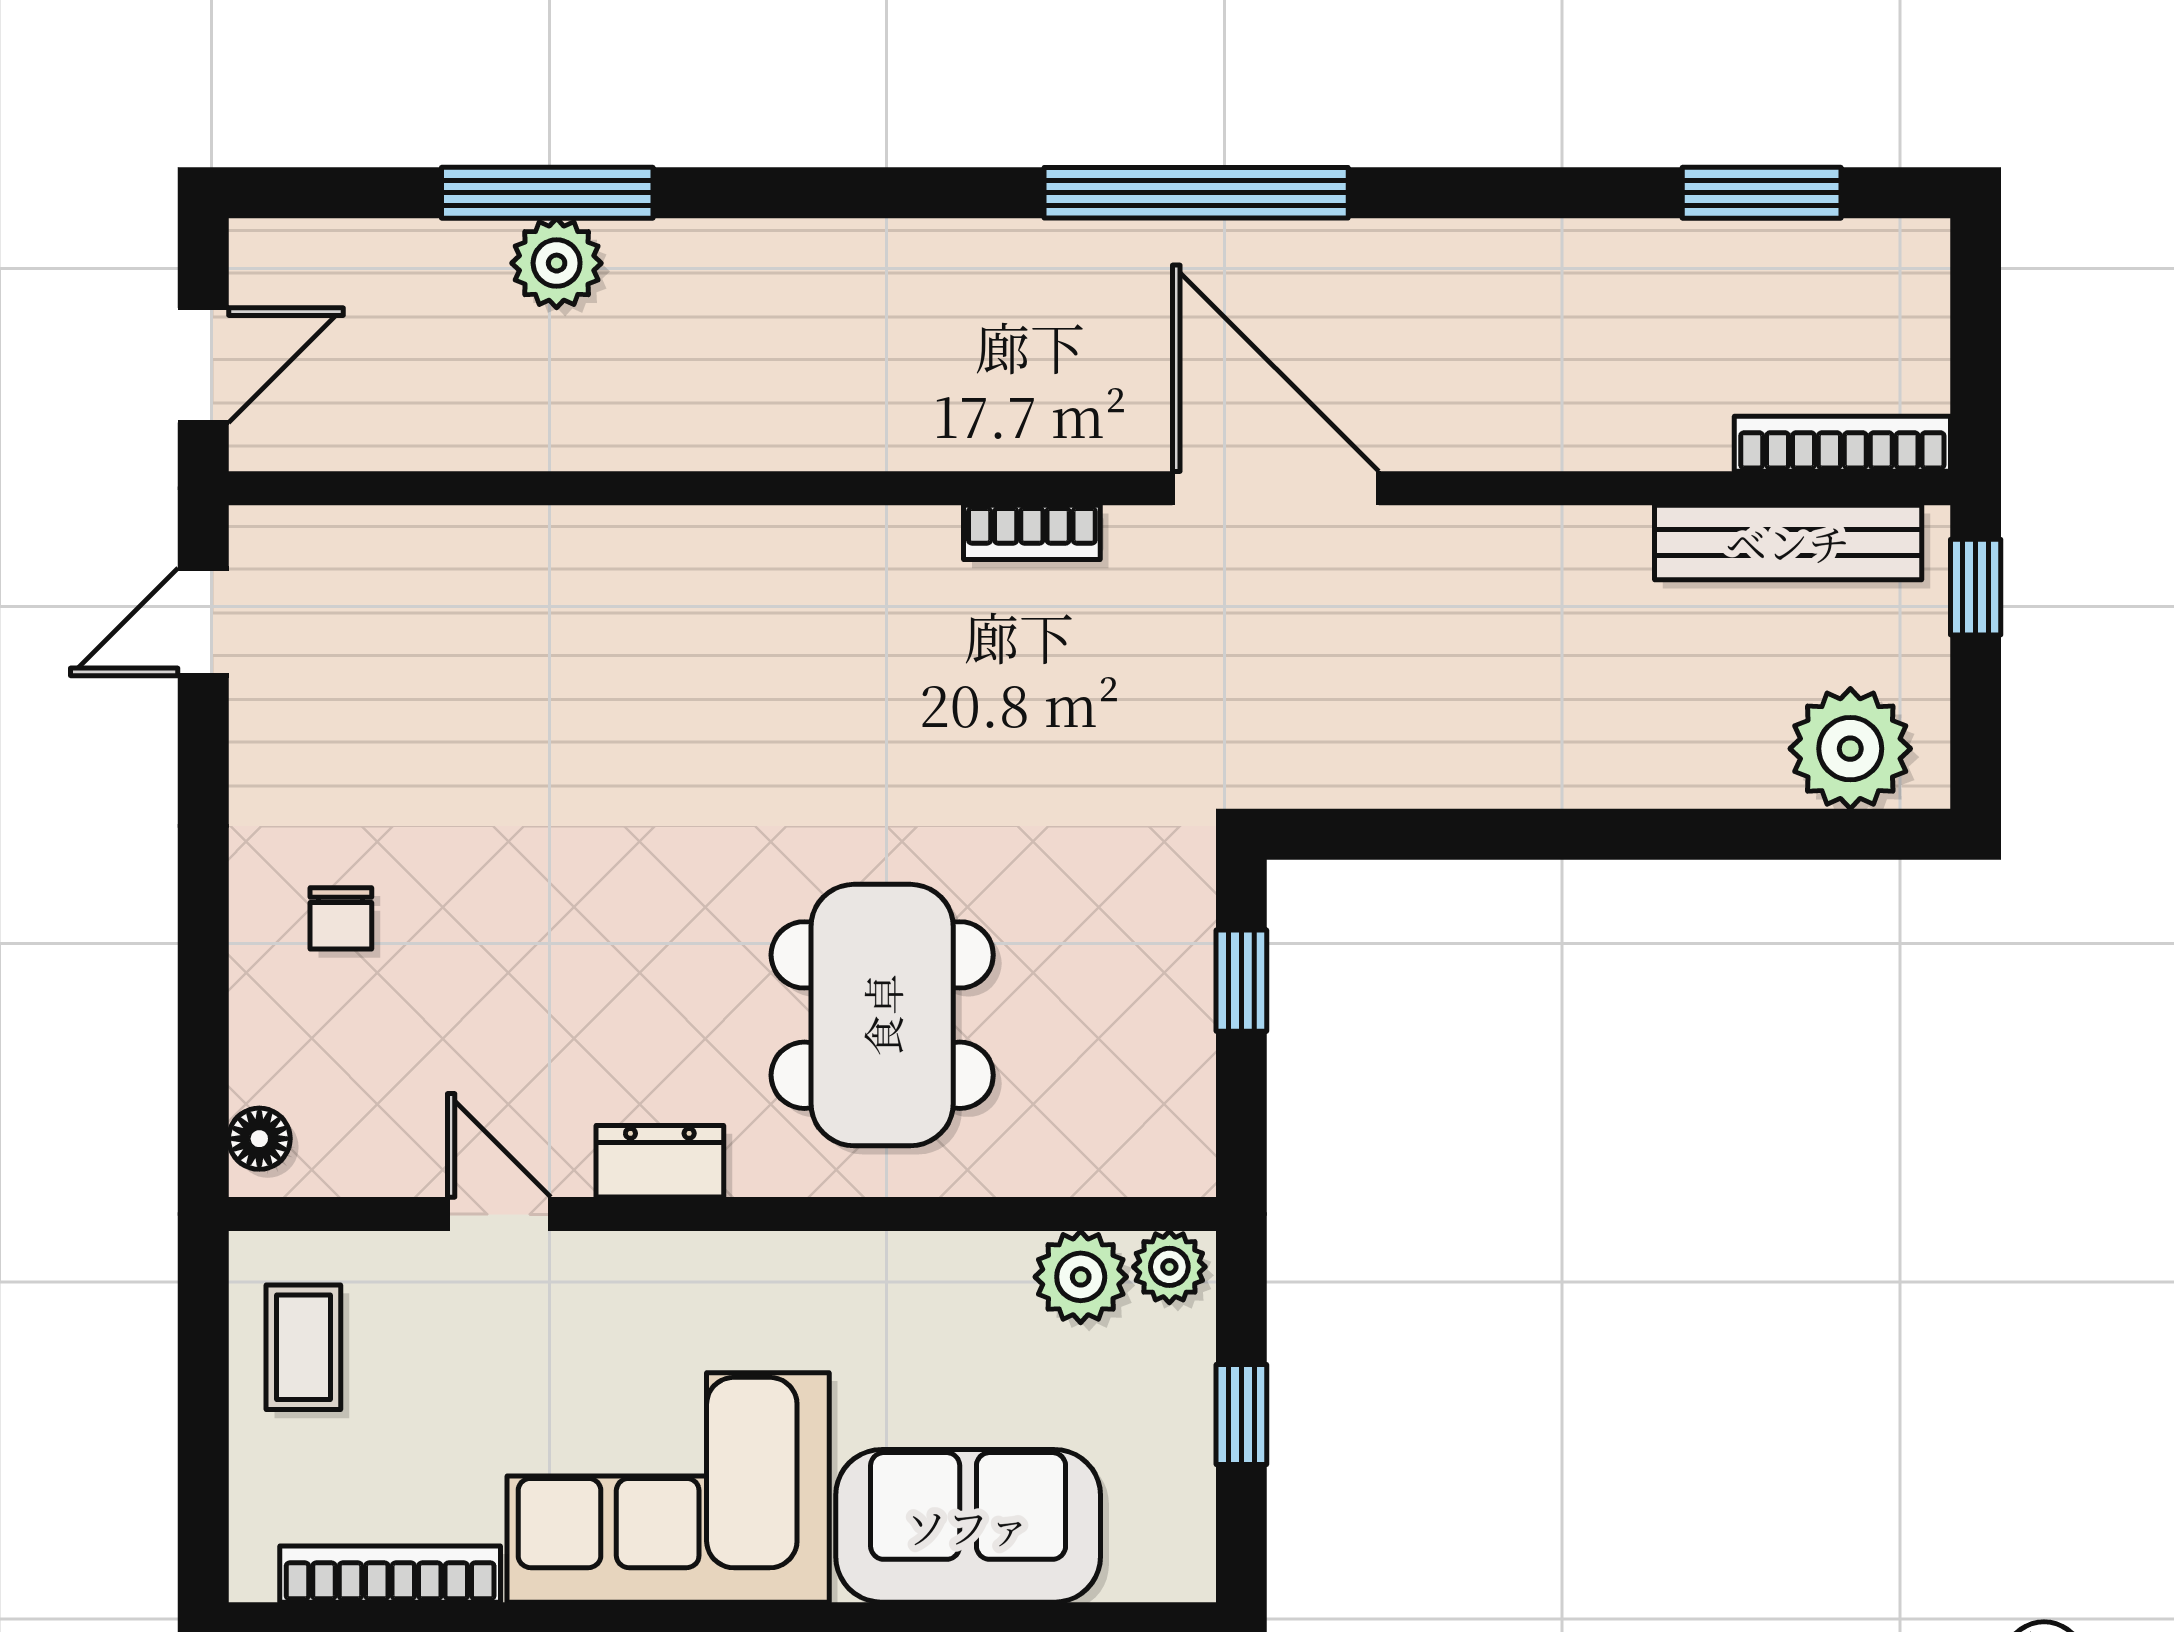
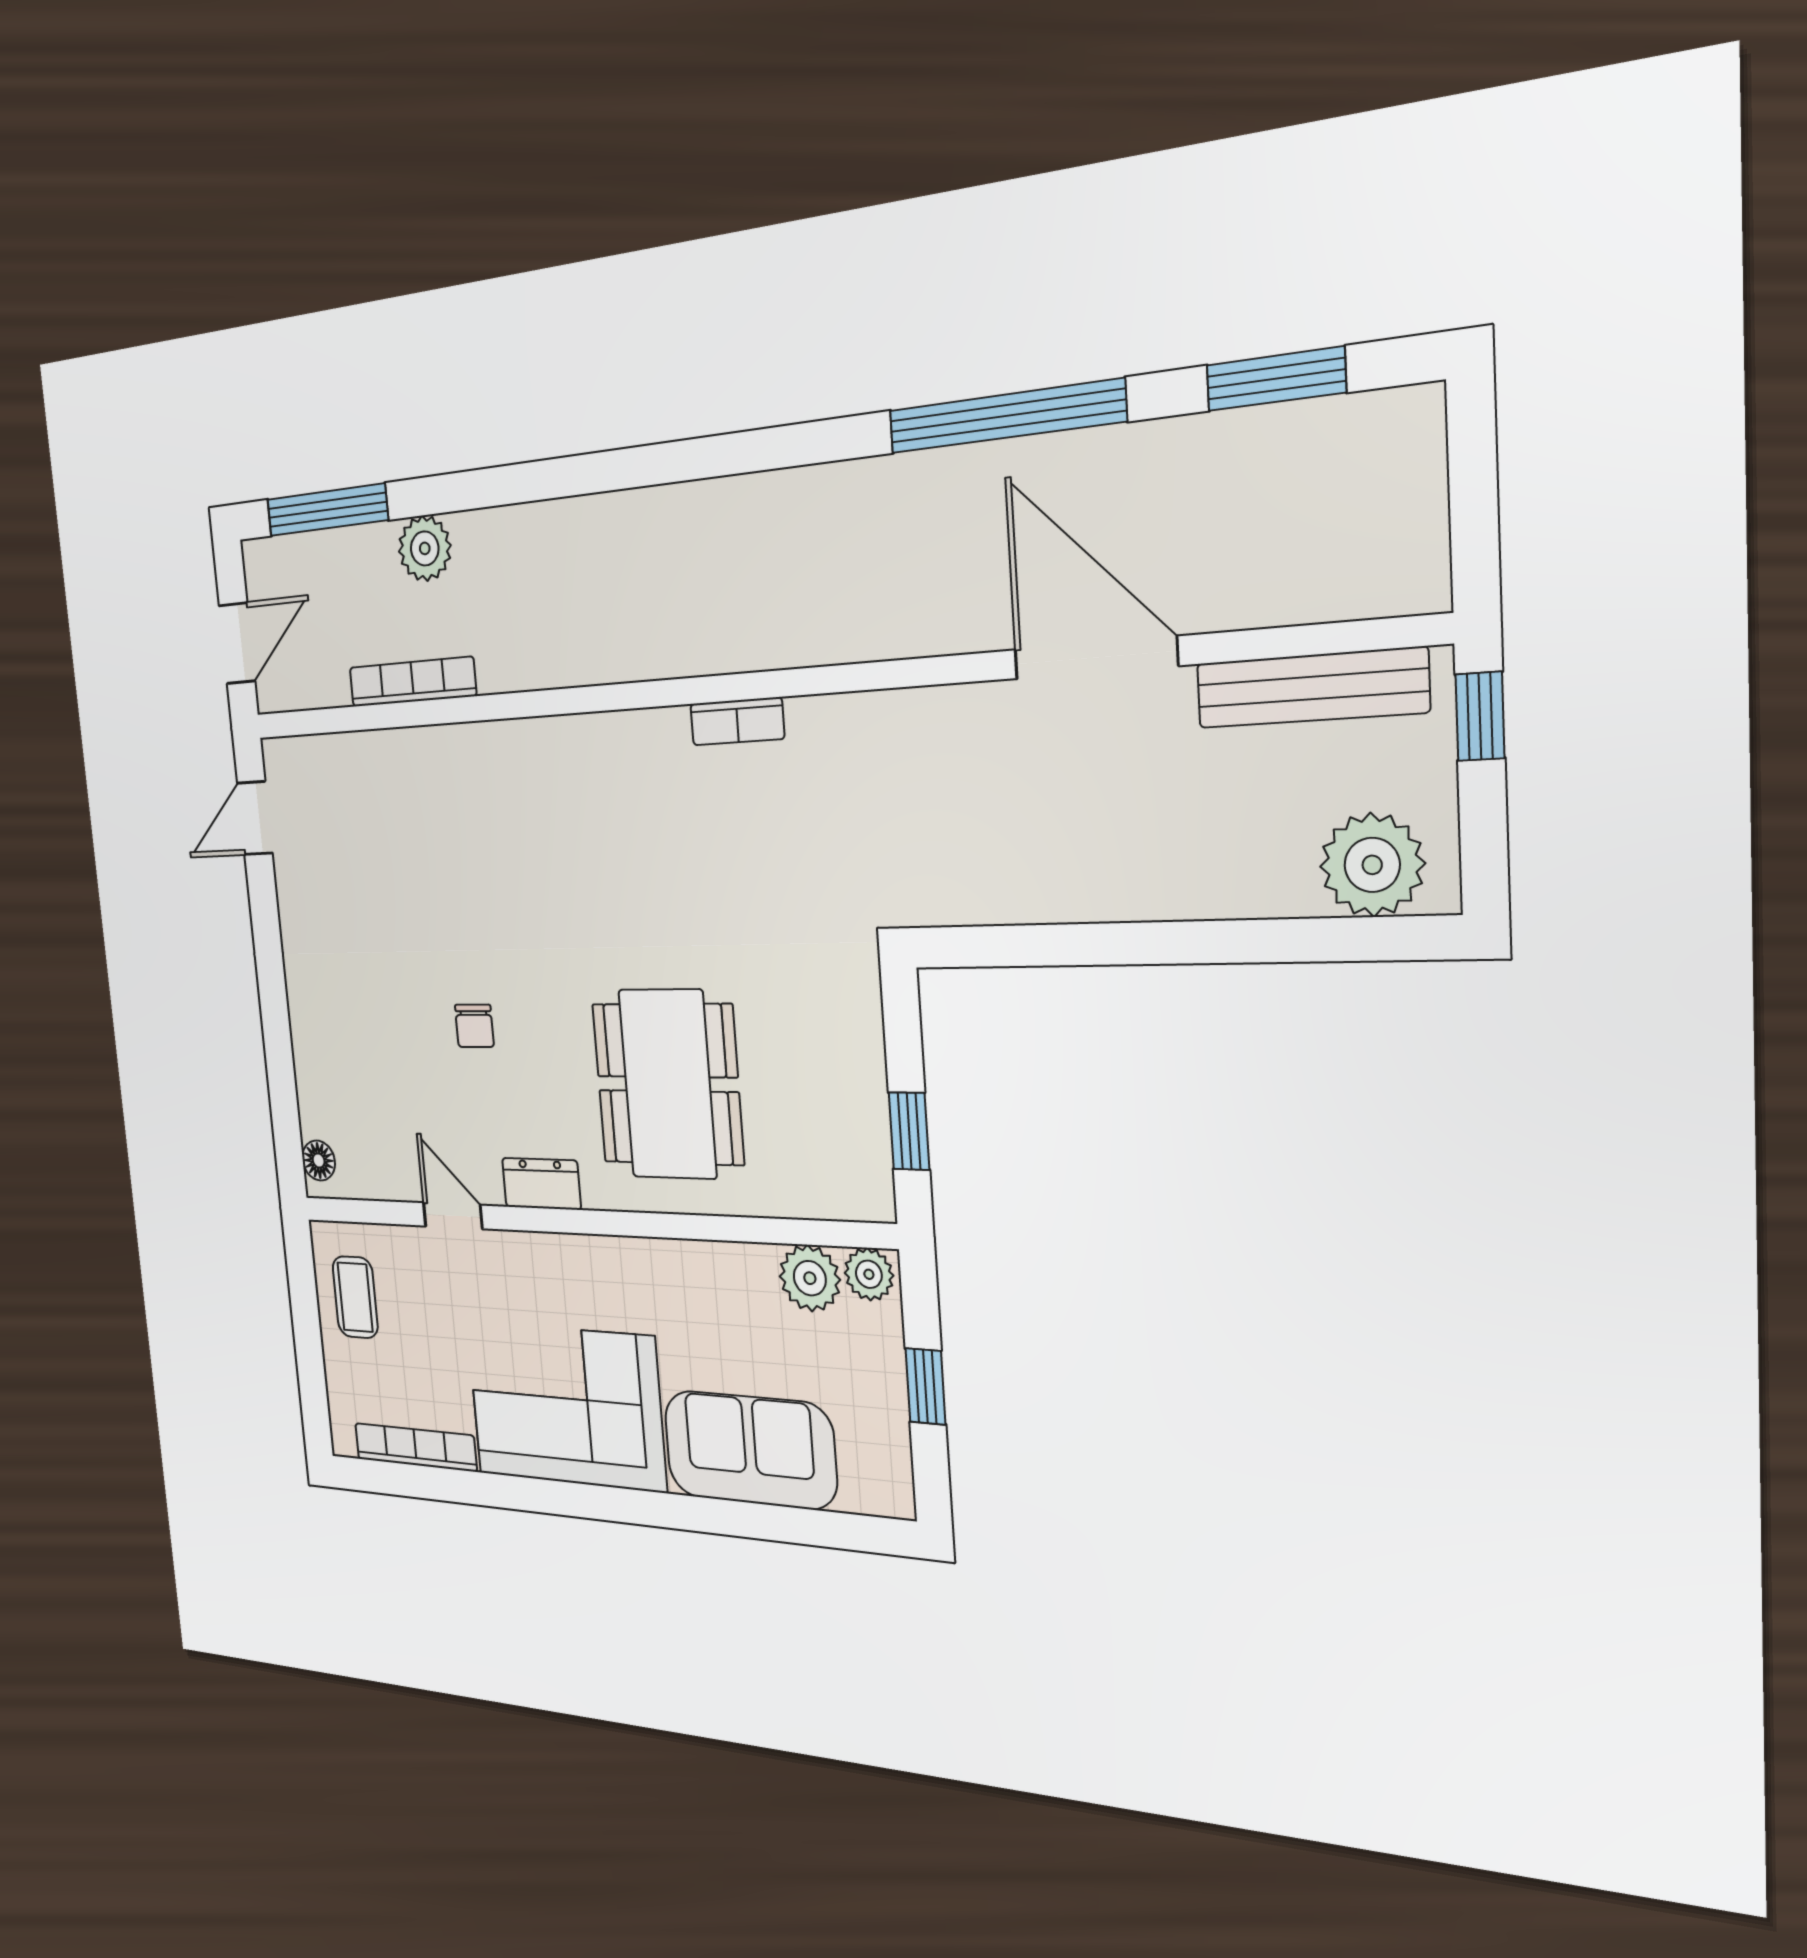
window: (547, 193) -> (327, 510), moved
window: (1196, 193) -> (1006, 416), moved
bookcase: (1842, 444) -> (412, 682), moved
door: (1276, 488) -> (1096, 658), moved
chair: (341, 918) -> (474, 1026), moved
window: (1241, 981) -> (909, 1131), moved

